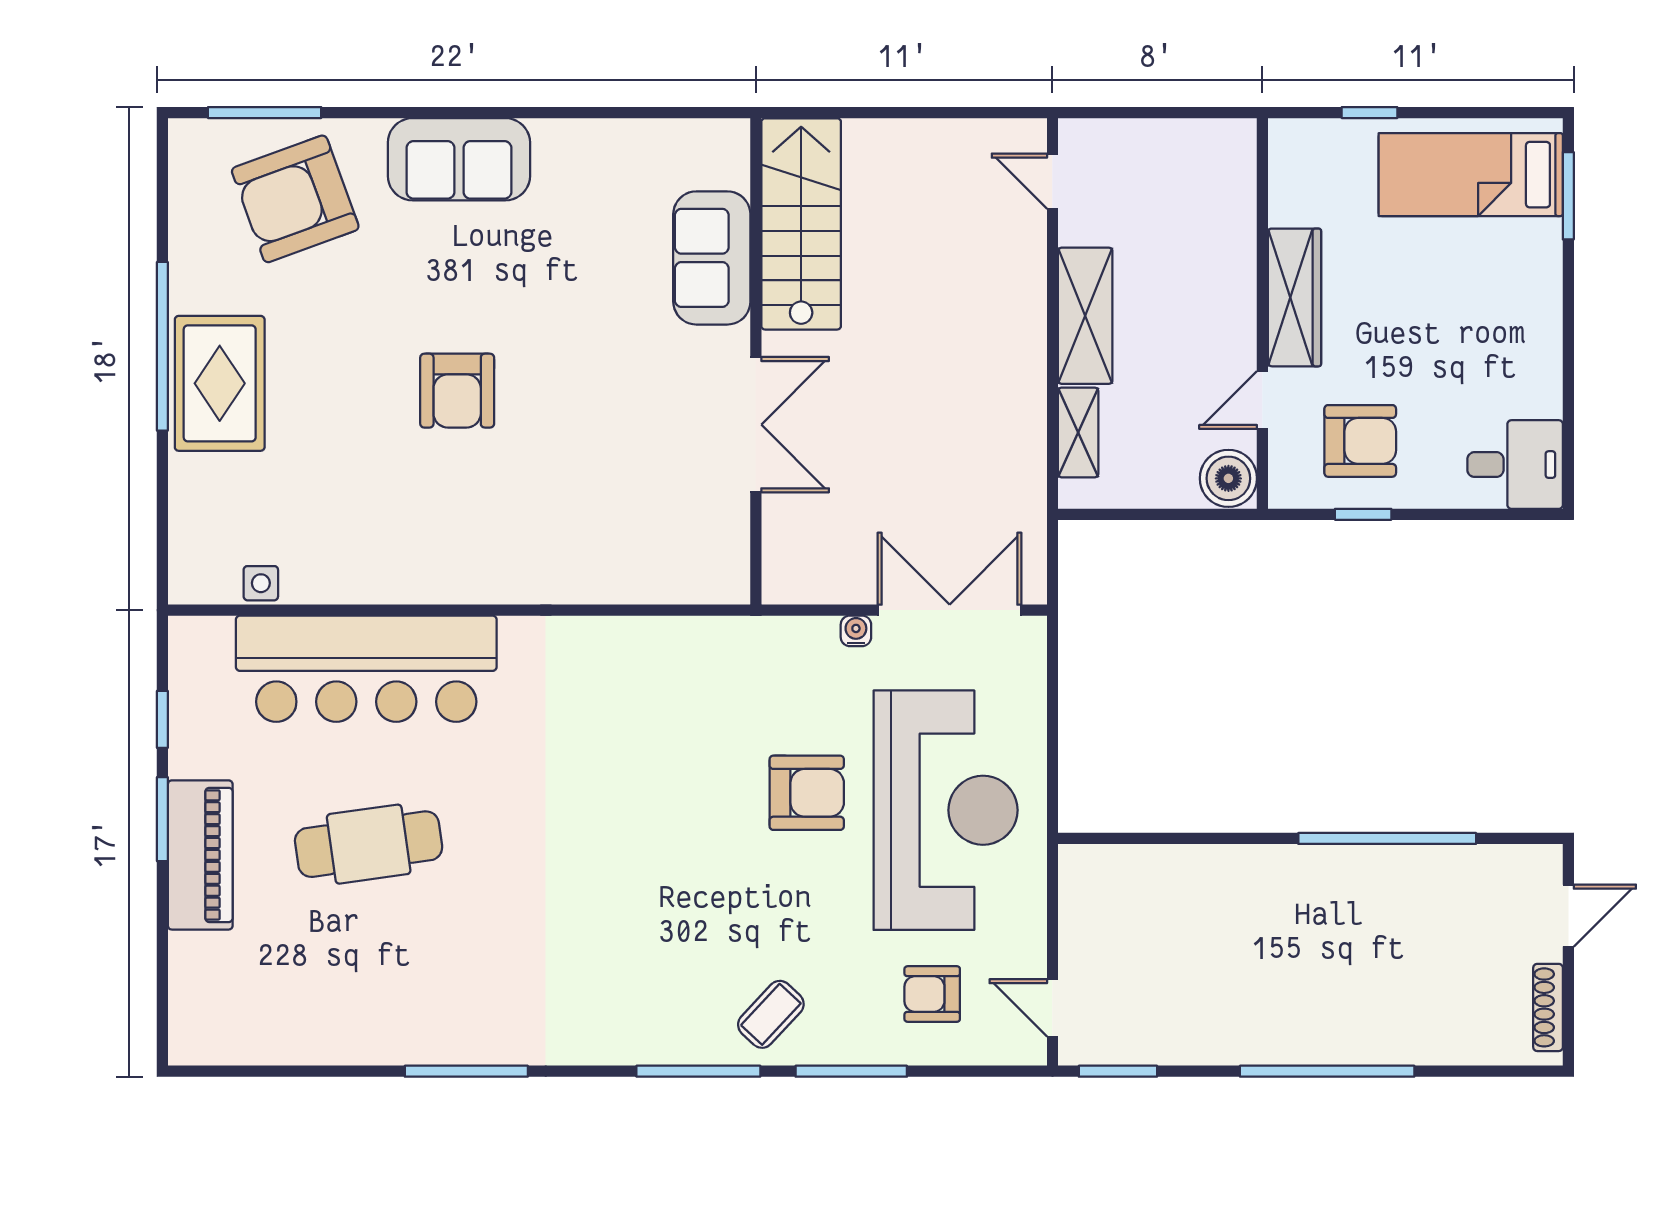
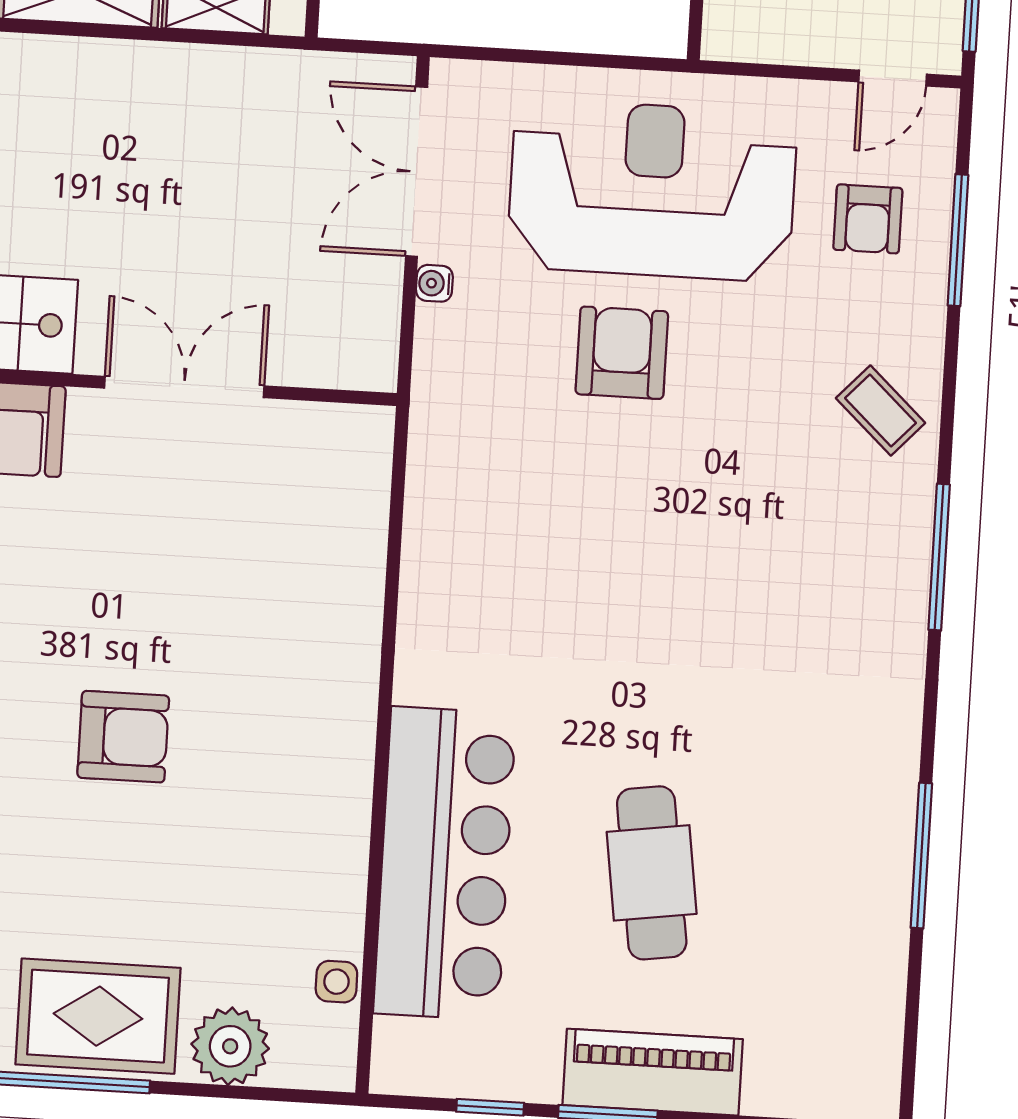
plant: (201, 497) -> (230, 1046), added
window: (466, 1071) -> (921, 855), moved
window: (698, 1071) -> (939, 557), moved
window: (851, 1071) -> (958, 240), moved

